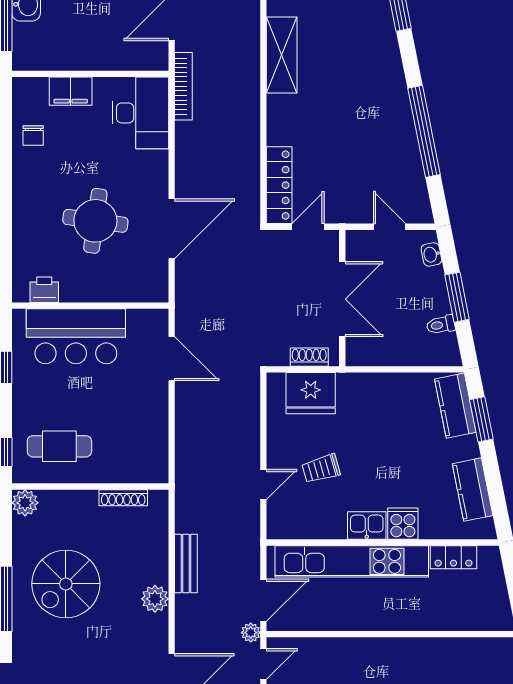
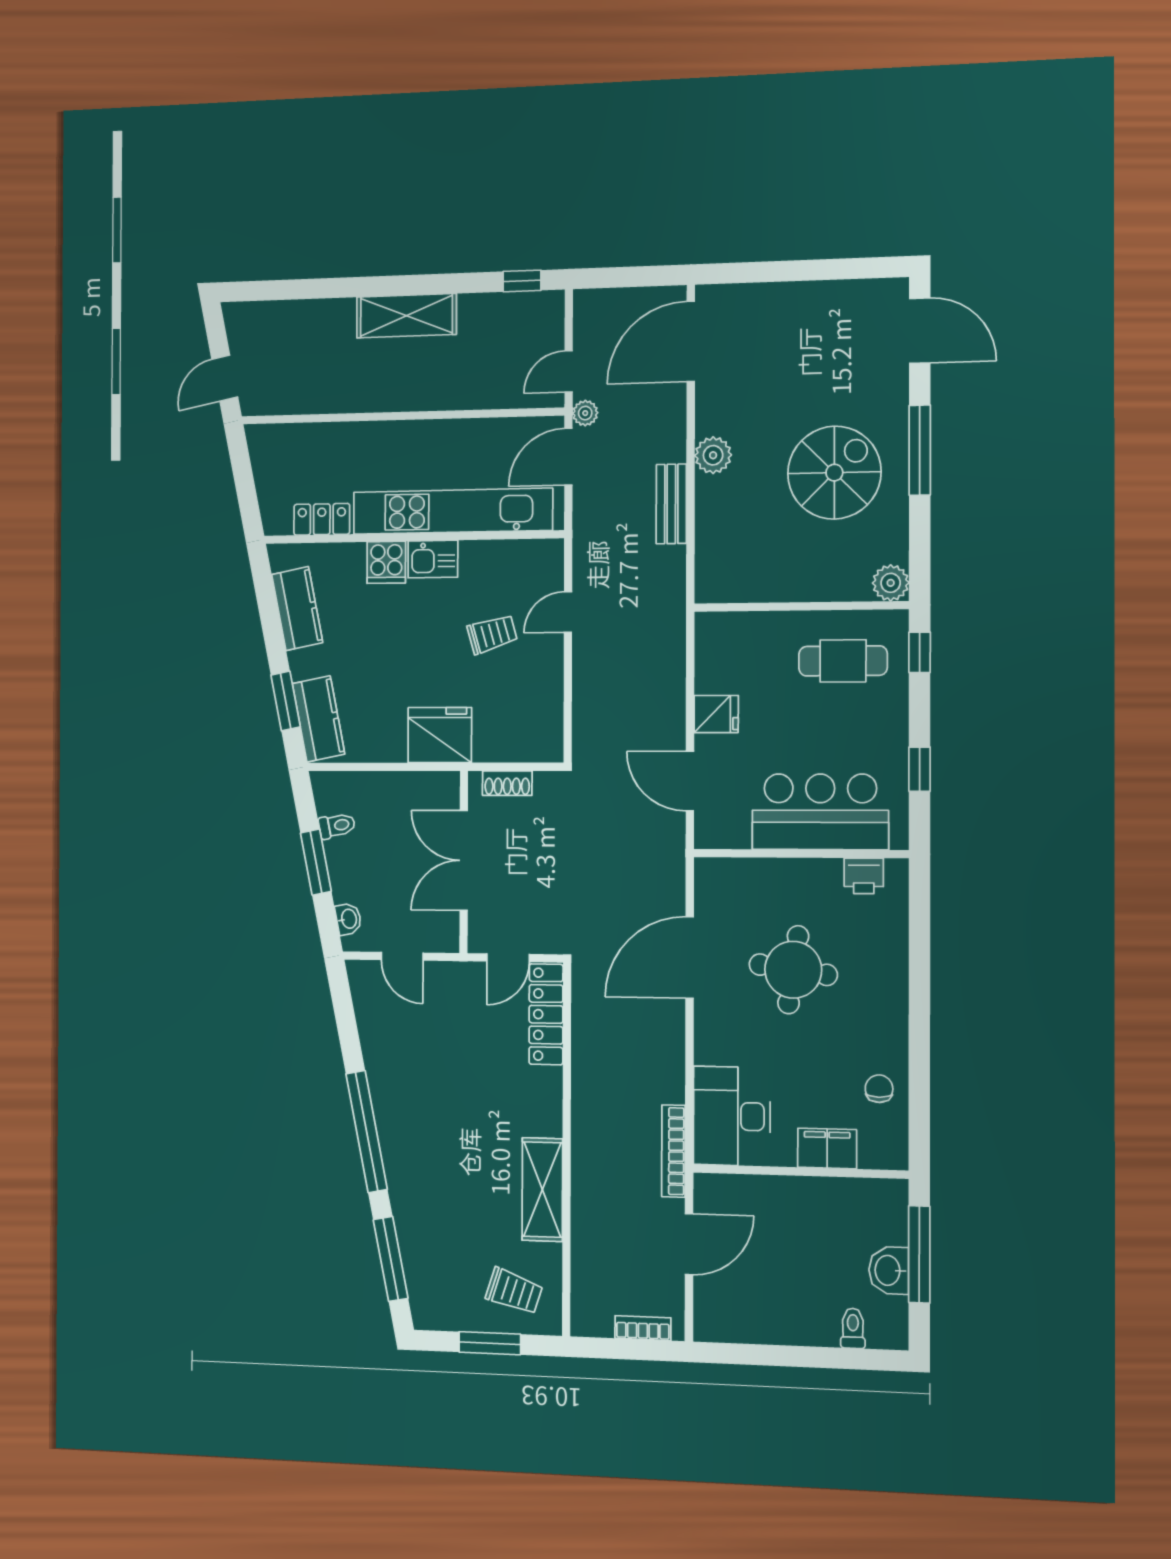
window: (424, 131) -> (367, 1132), moved
fridge: (311, 393) -> (440, 735), moved
fridge: (152, 408) -> (716, 714), added
shoe rack: (123, 498) -> (756, 592), removed

